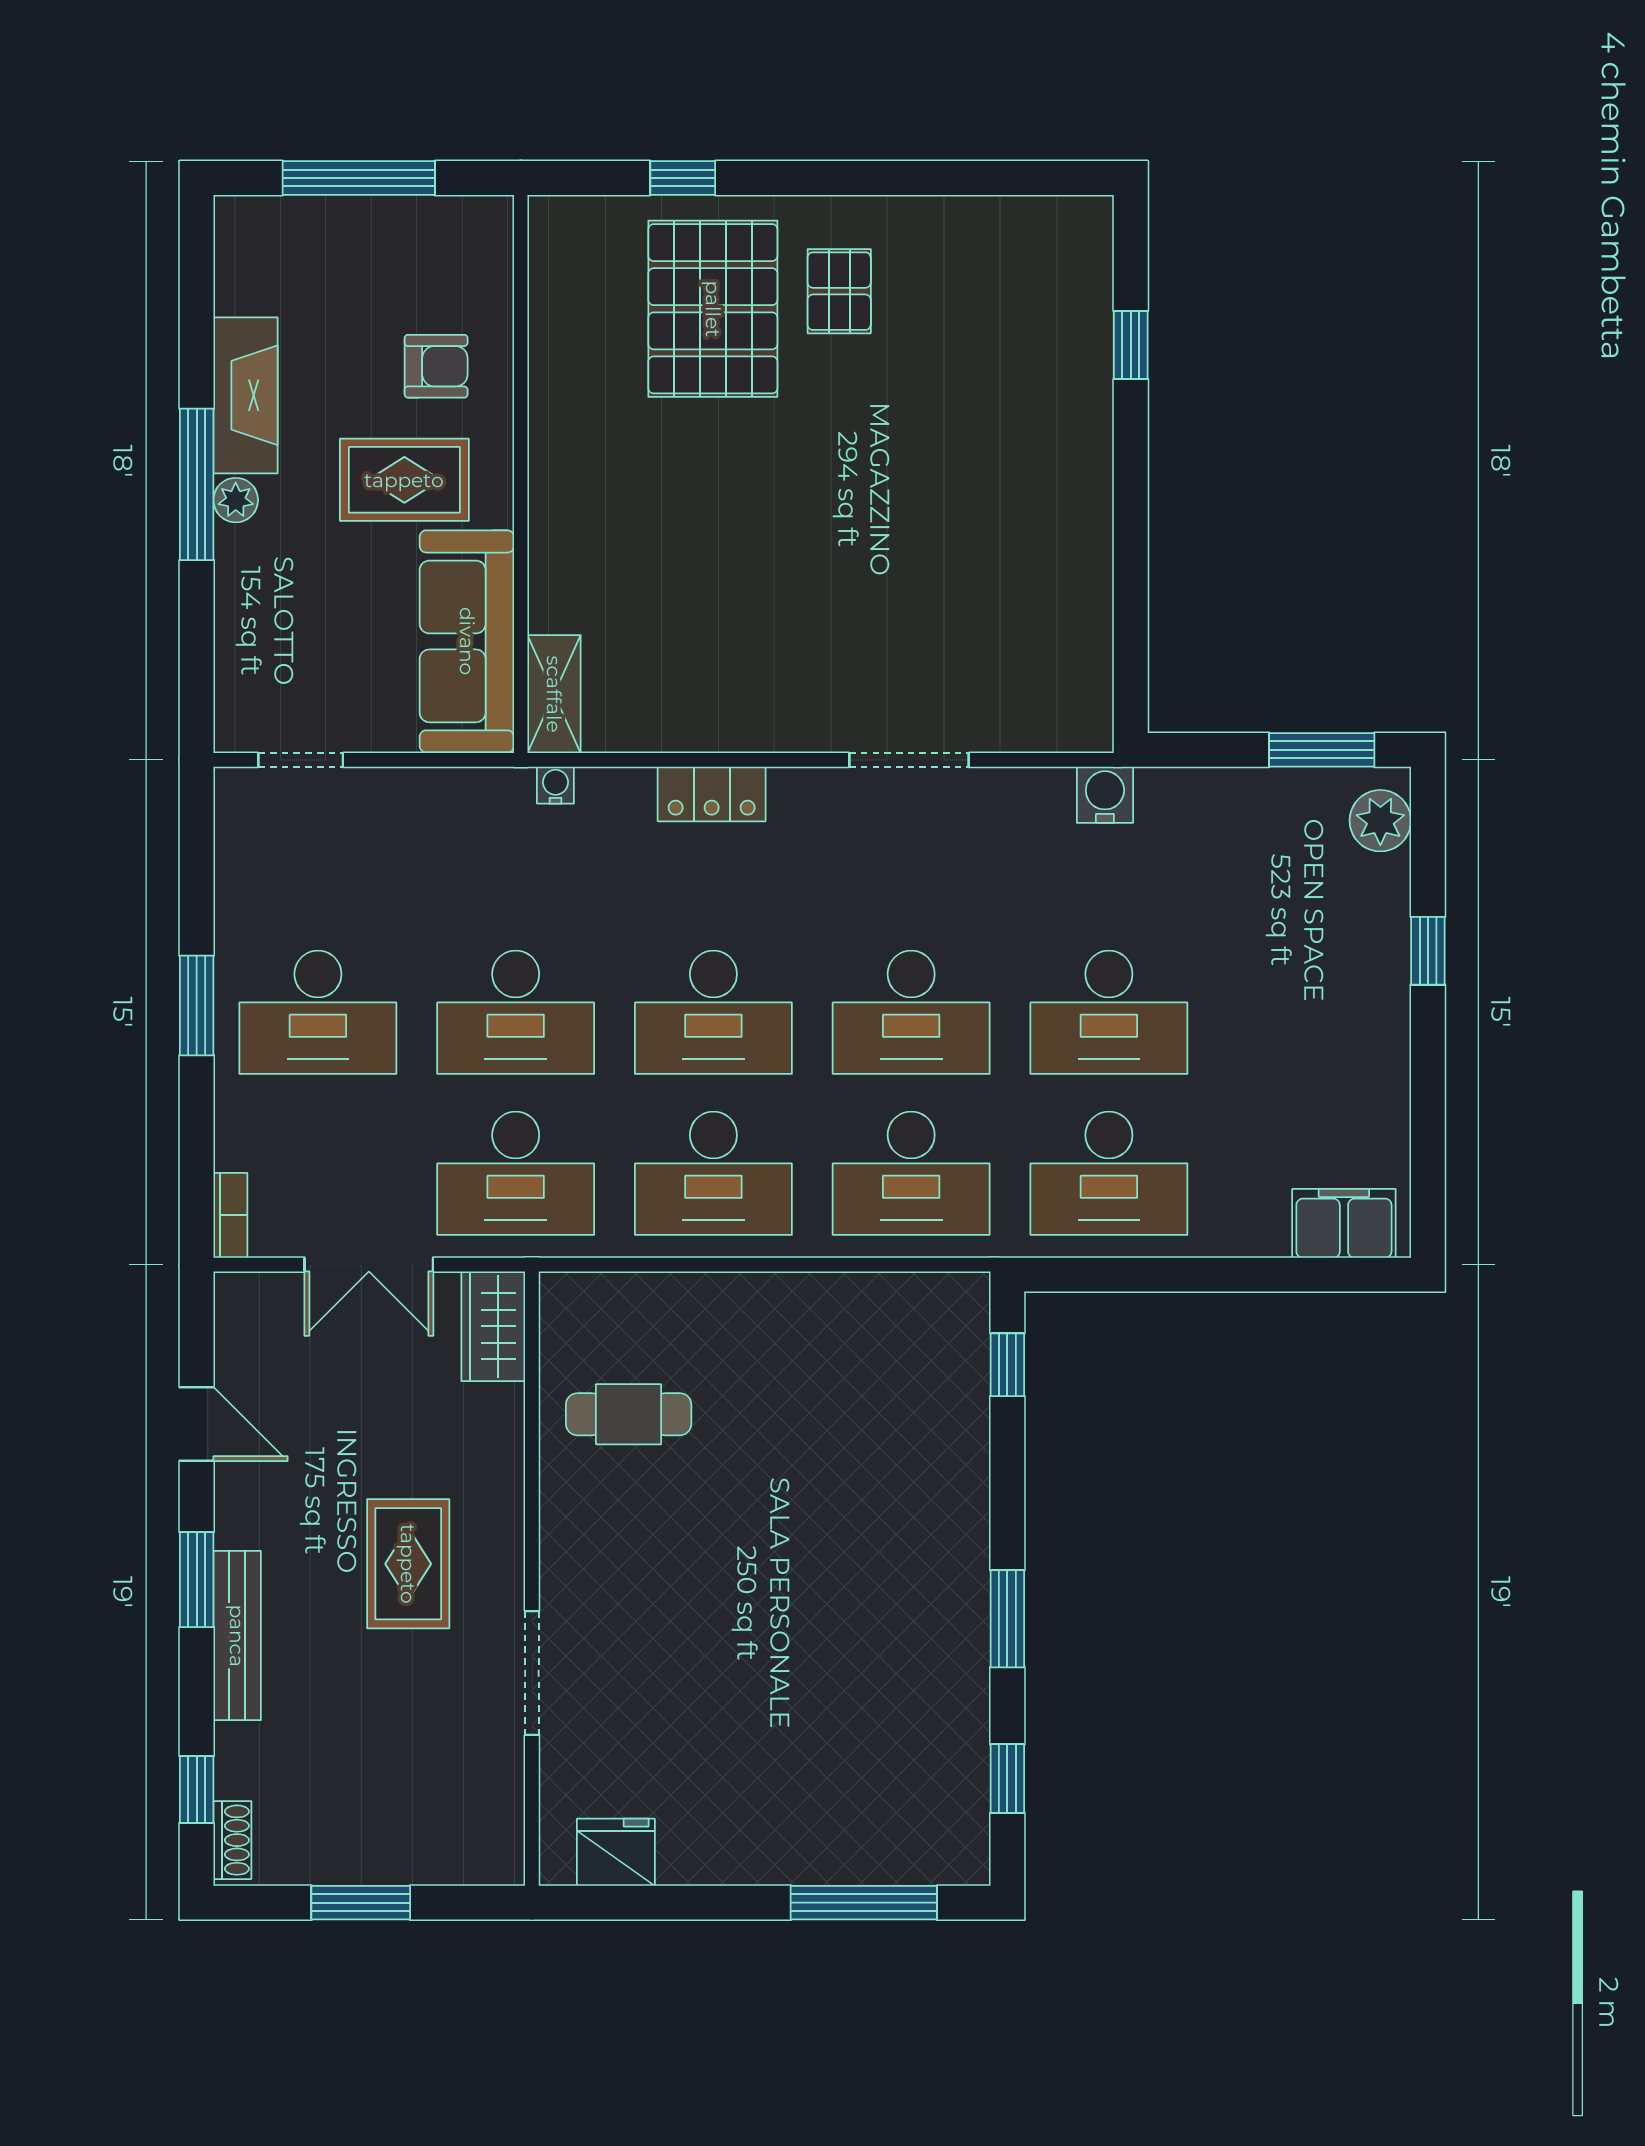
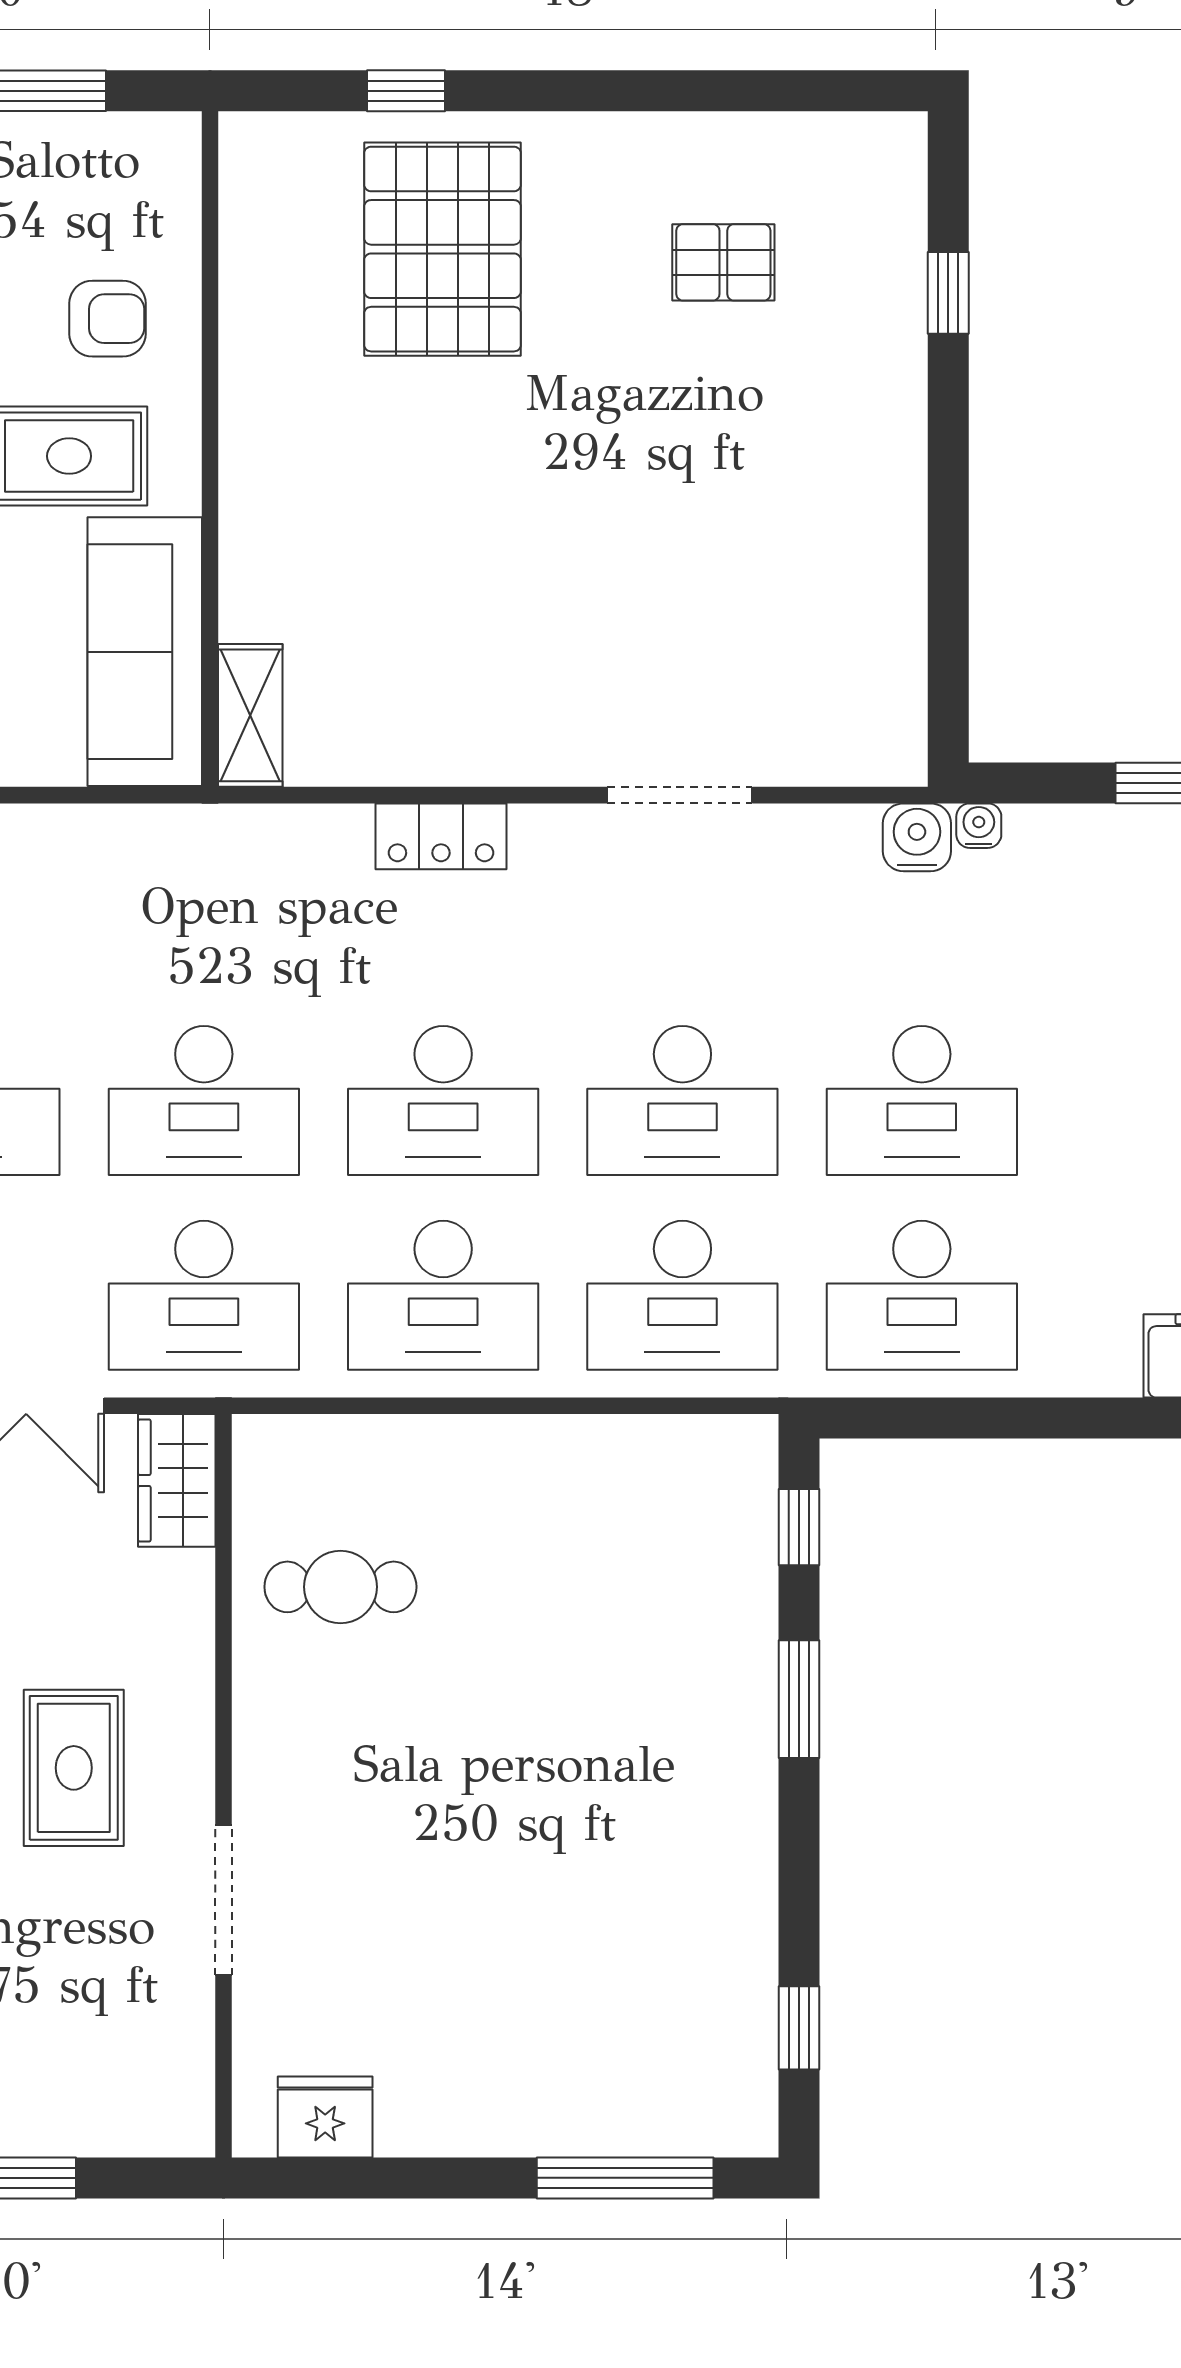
pallet: (839, 291) -> (723, 262), moved, turned 90
water cooler: (555, 785) -> (979, 826), moved
window: (1007, 1619) -> (799, 1699), moved

